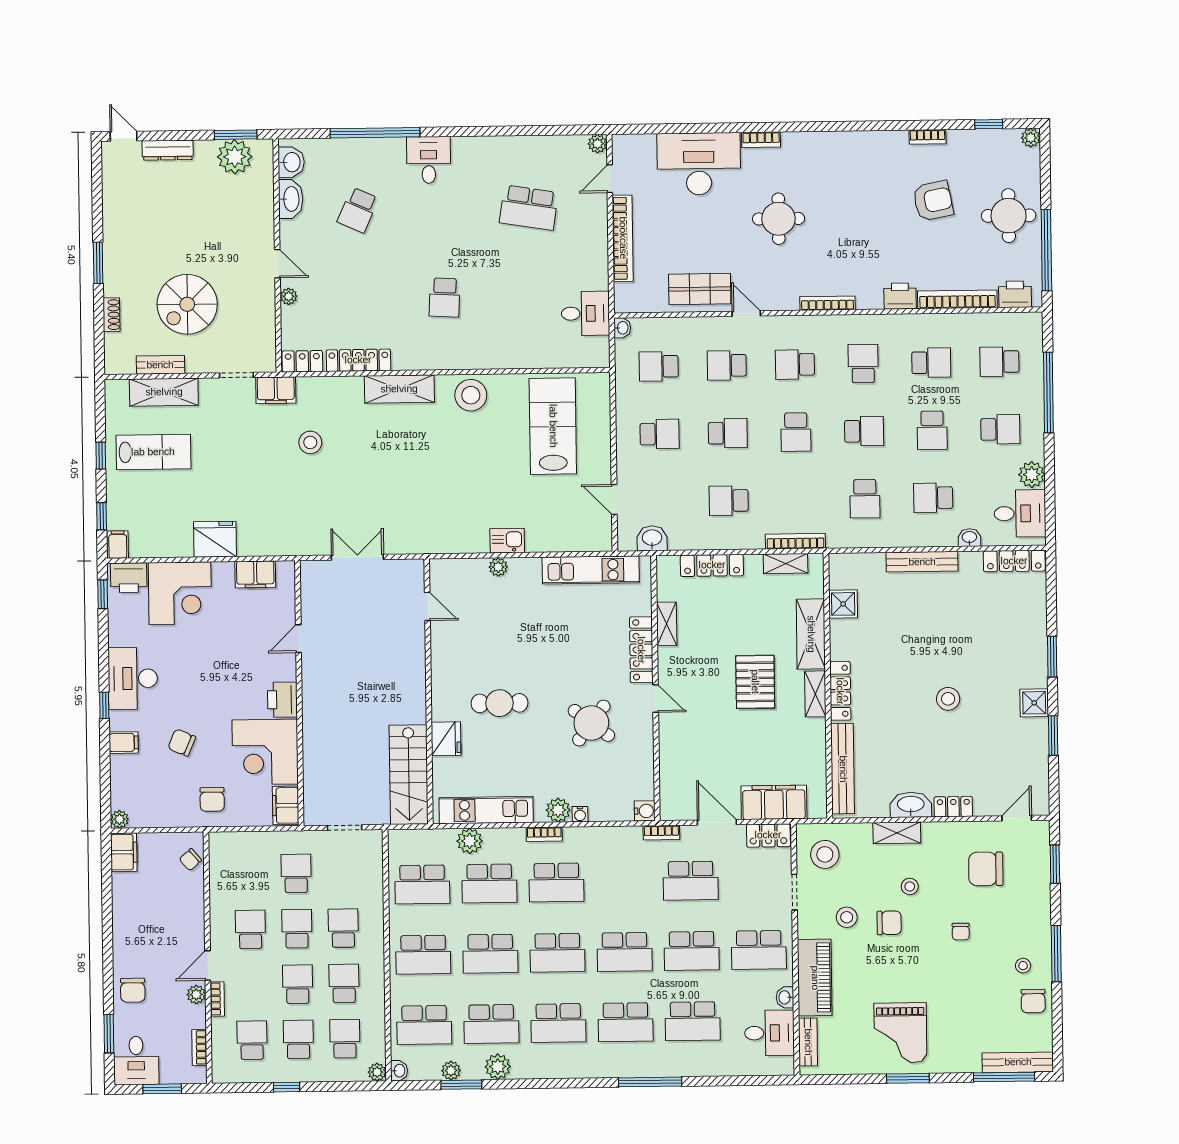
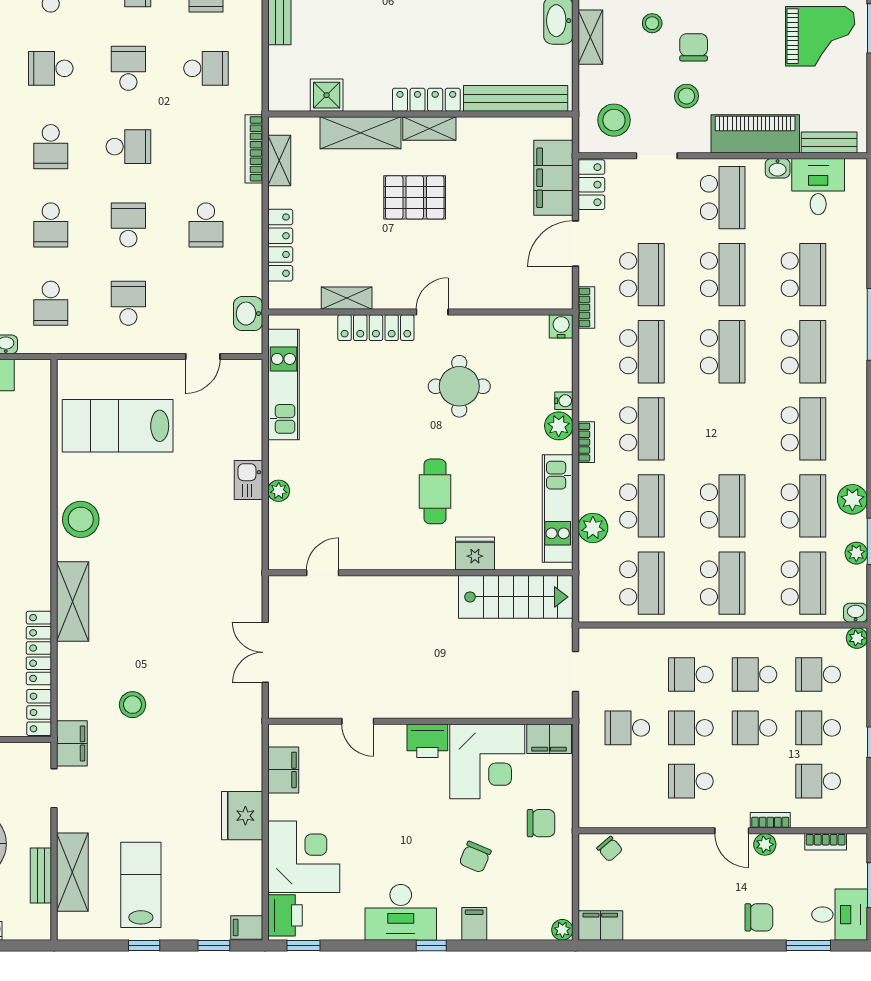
round table: (591, 723) -> (459, 386), turned -37
school desk: (557, 953) -> (642, 352), moved

